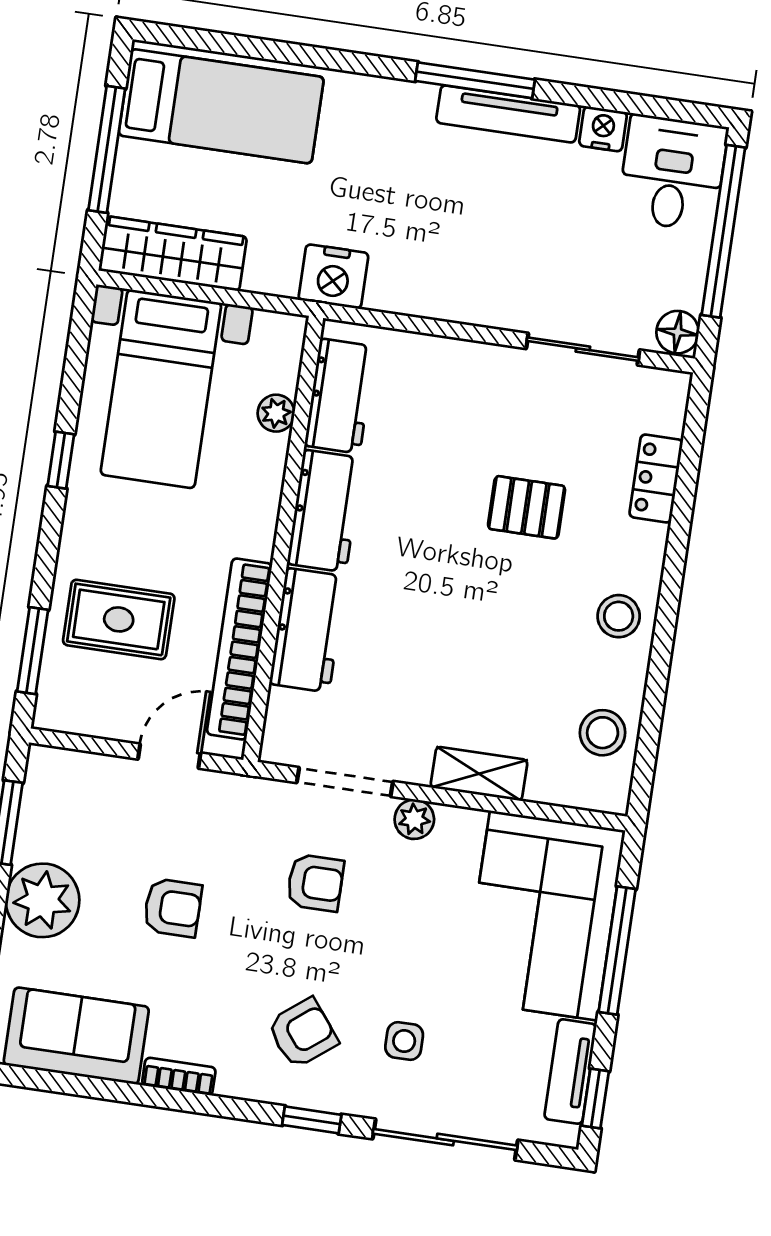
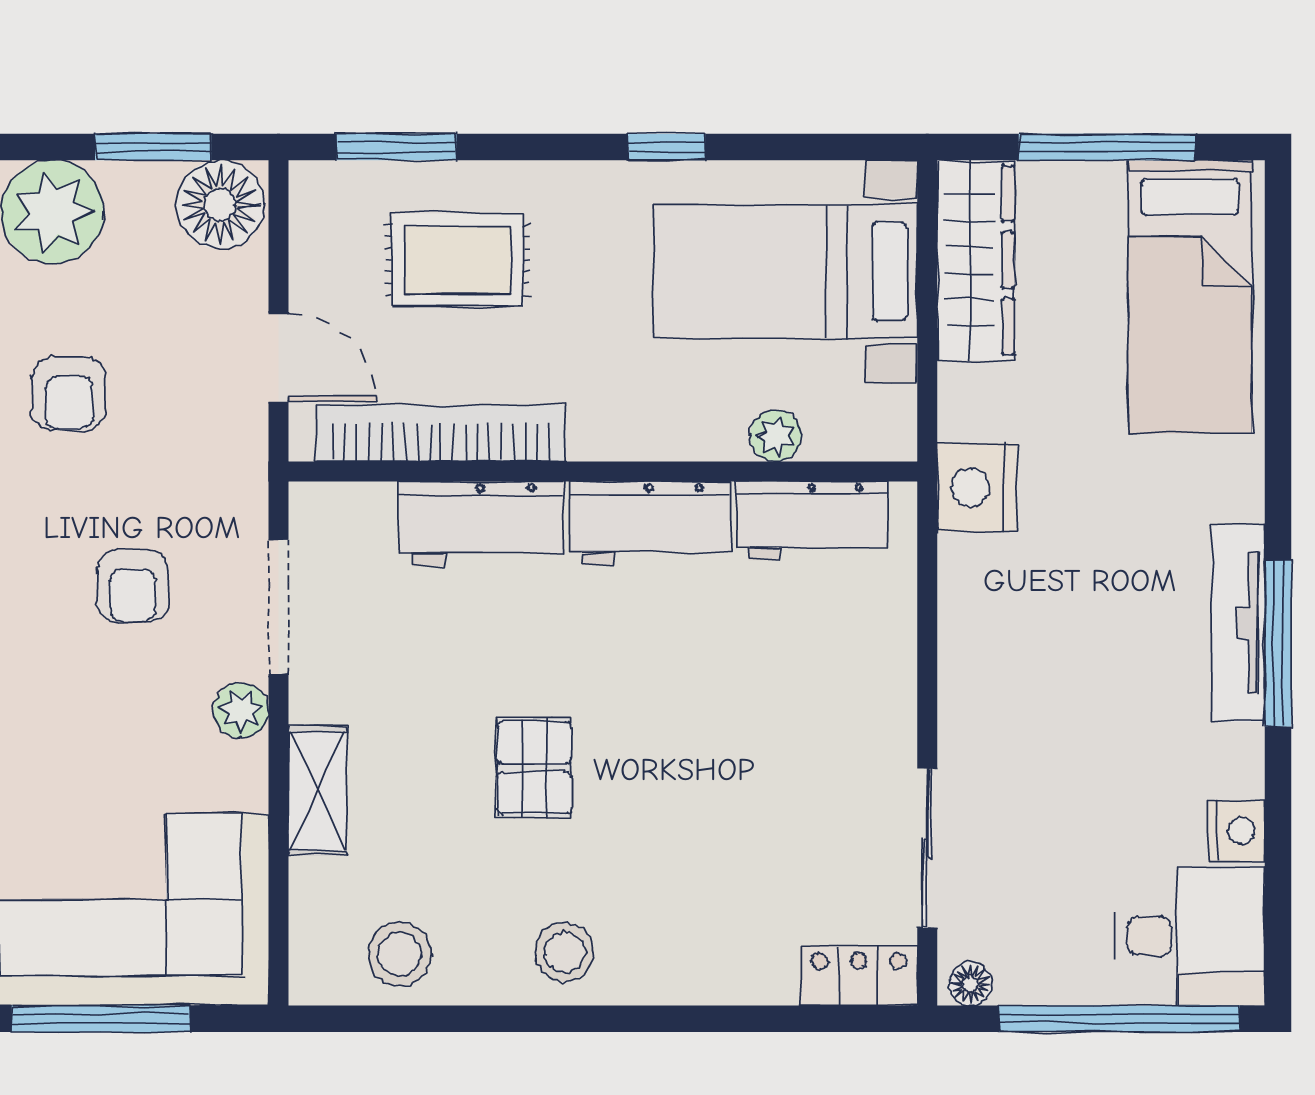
tv unit: (508, 114) -> (1238, 623), moved
floor lamp: (678, 332) -> (970, 984), width x0.73, depth x0.73
locker: (656, 478) -> (859, 976), moved
pallet: (527, 507) -> (534, 768), moved
rug: (119, 619) -> (458, 260), turned 90
floor lamp: (55, 781) -> (220, 205), added

